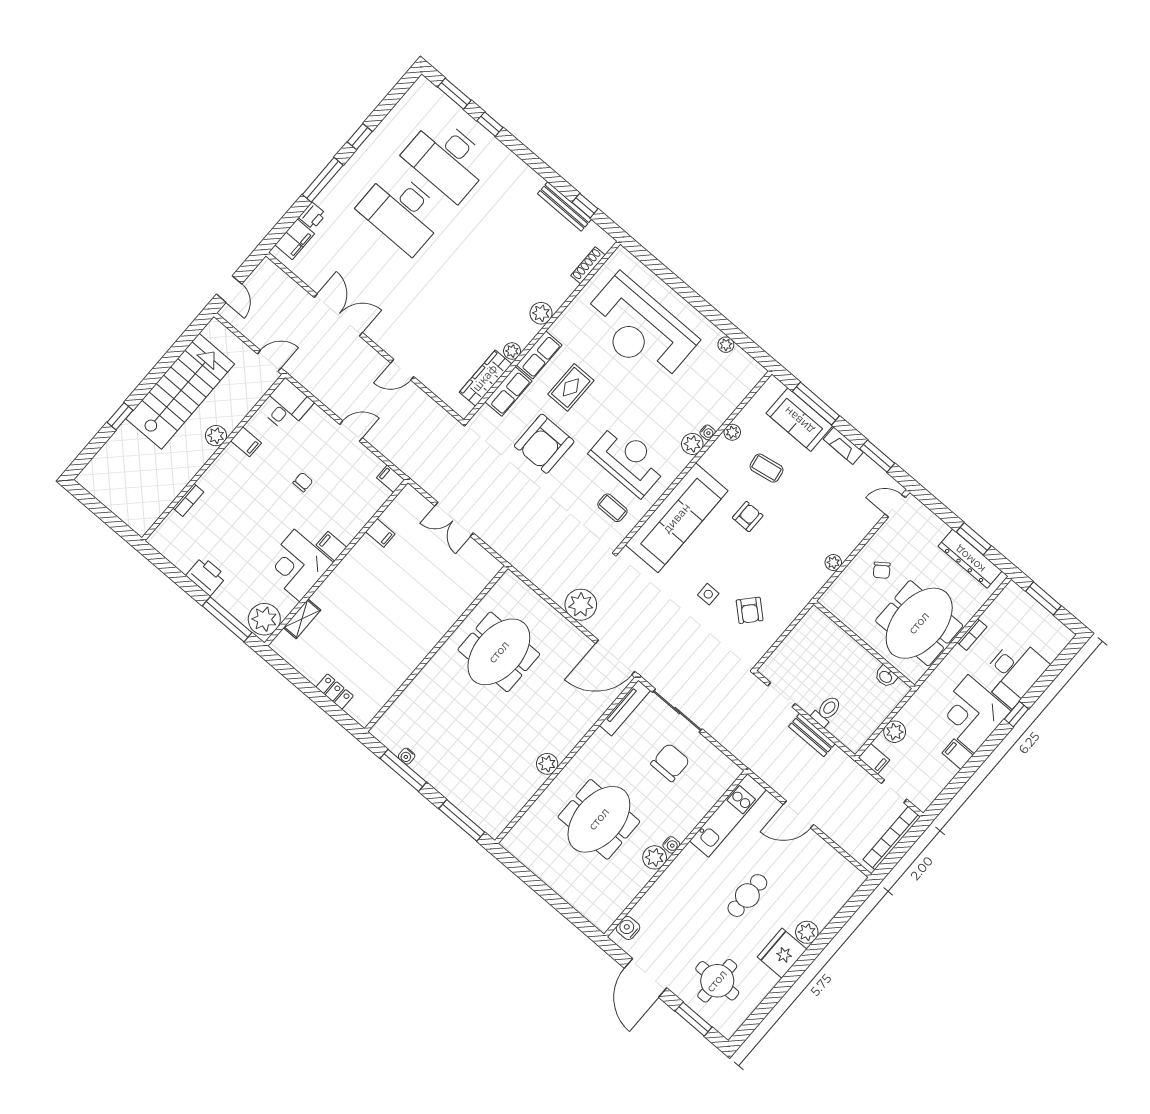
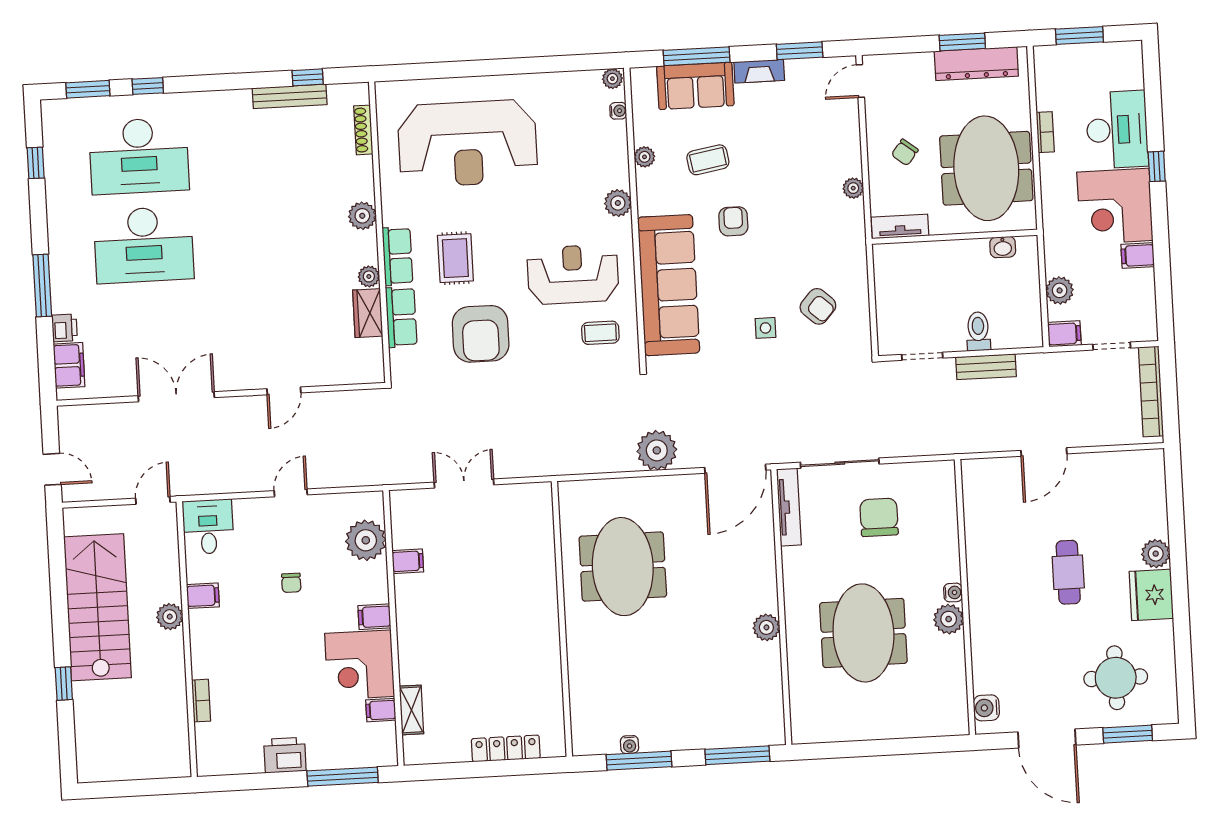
window: (360, 137) -> (36, 163), moved
plant: (726, 345) -> (612, 79), moved
wardrobe: (485, 378) -> (368, 313), width x0.67
water cooler: (708, 432) -> (618, 111), moved
filing cabinet: (391, 479) -> (381, 710), moved
chair: (303, 482) -> (291, 583), turned 180
double door: (454, 519) -> (464, 483), swing flipped
chair: (882, 570) -> (905, 152), turned 74
tv unit: (839, 609) -> (900, 226), added
plant: (264, 619) -> (366, 540), moved
locker: (335, 692) -> (506, 748), width x1.53
kitchen unit: (728, 815) -> (979, 515), removed

